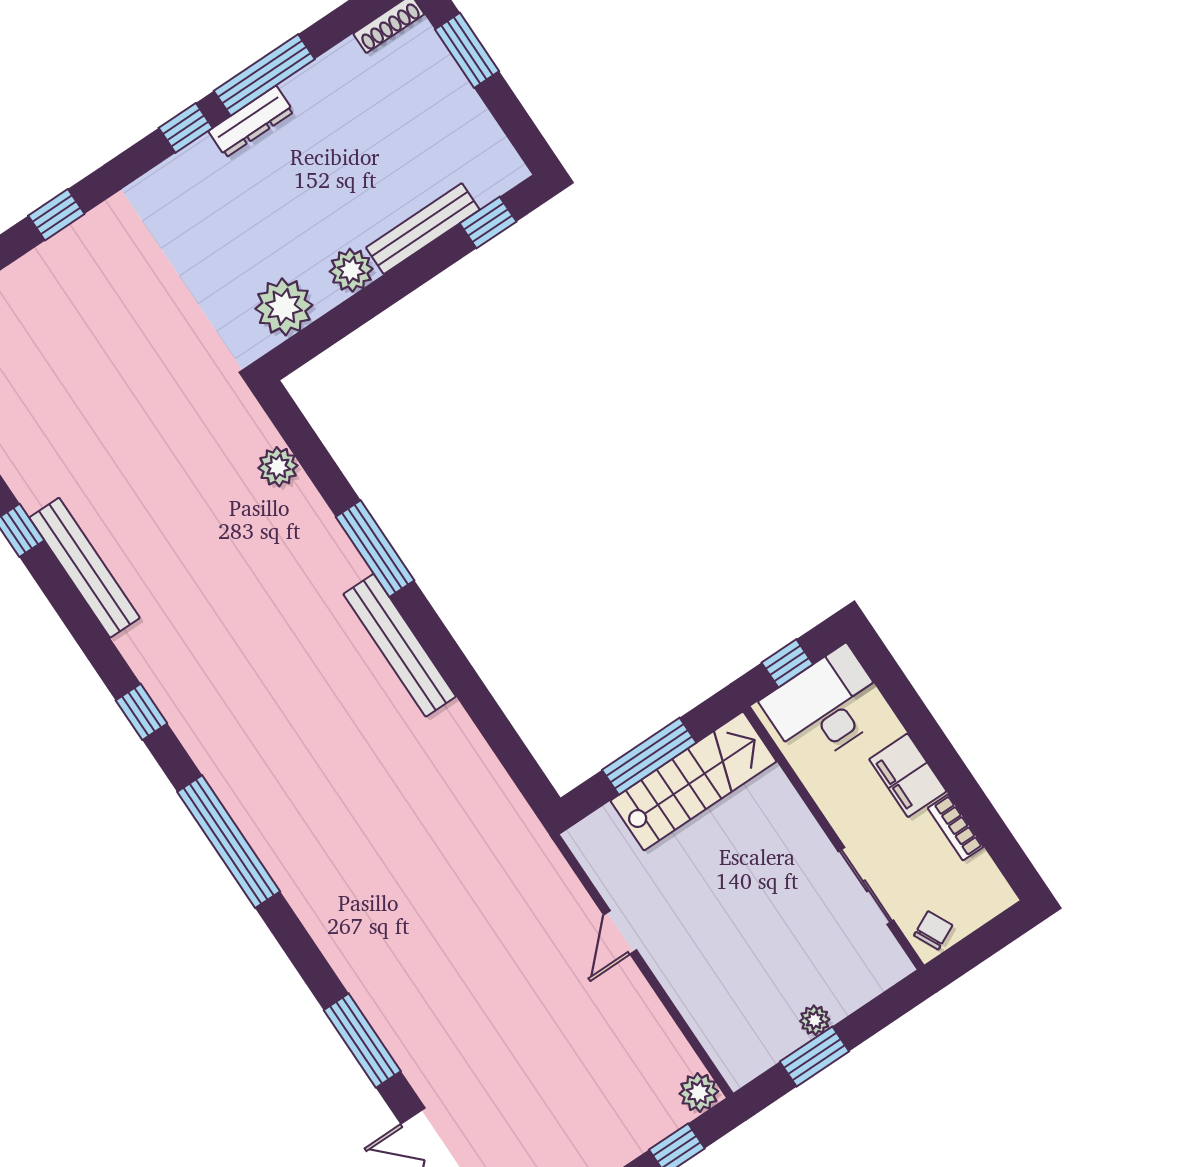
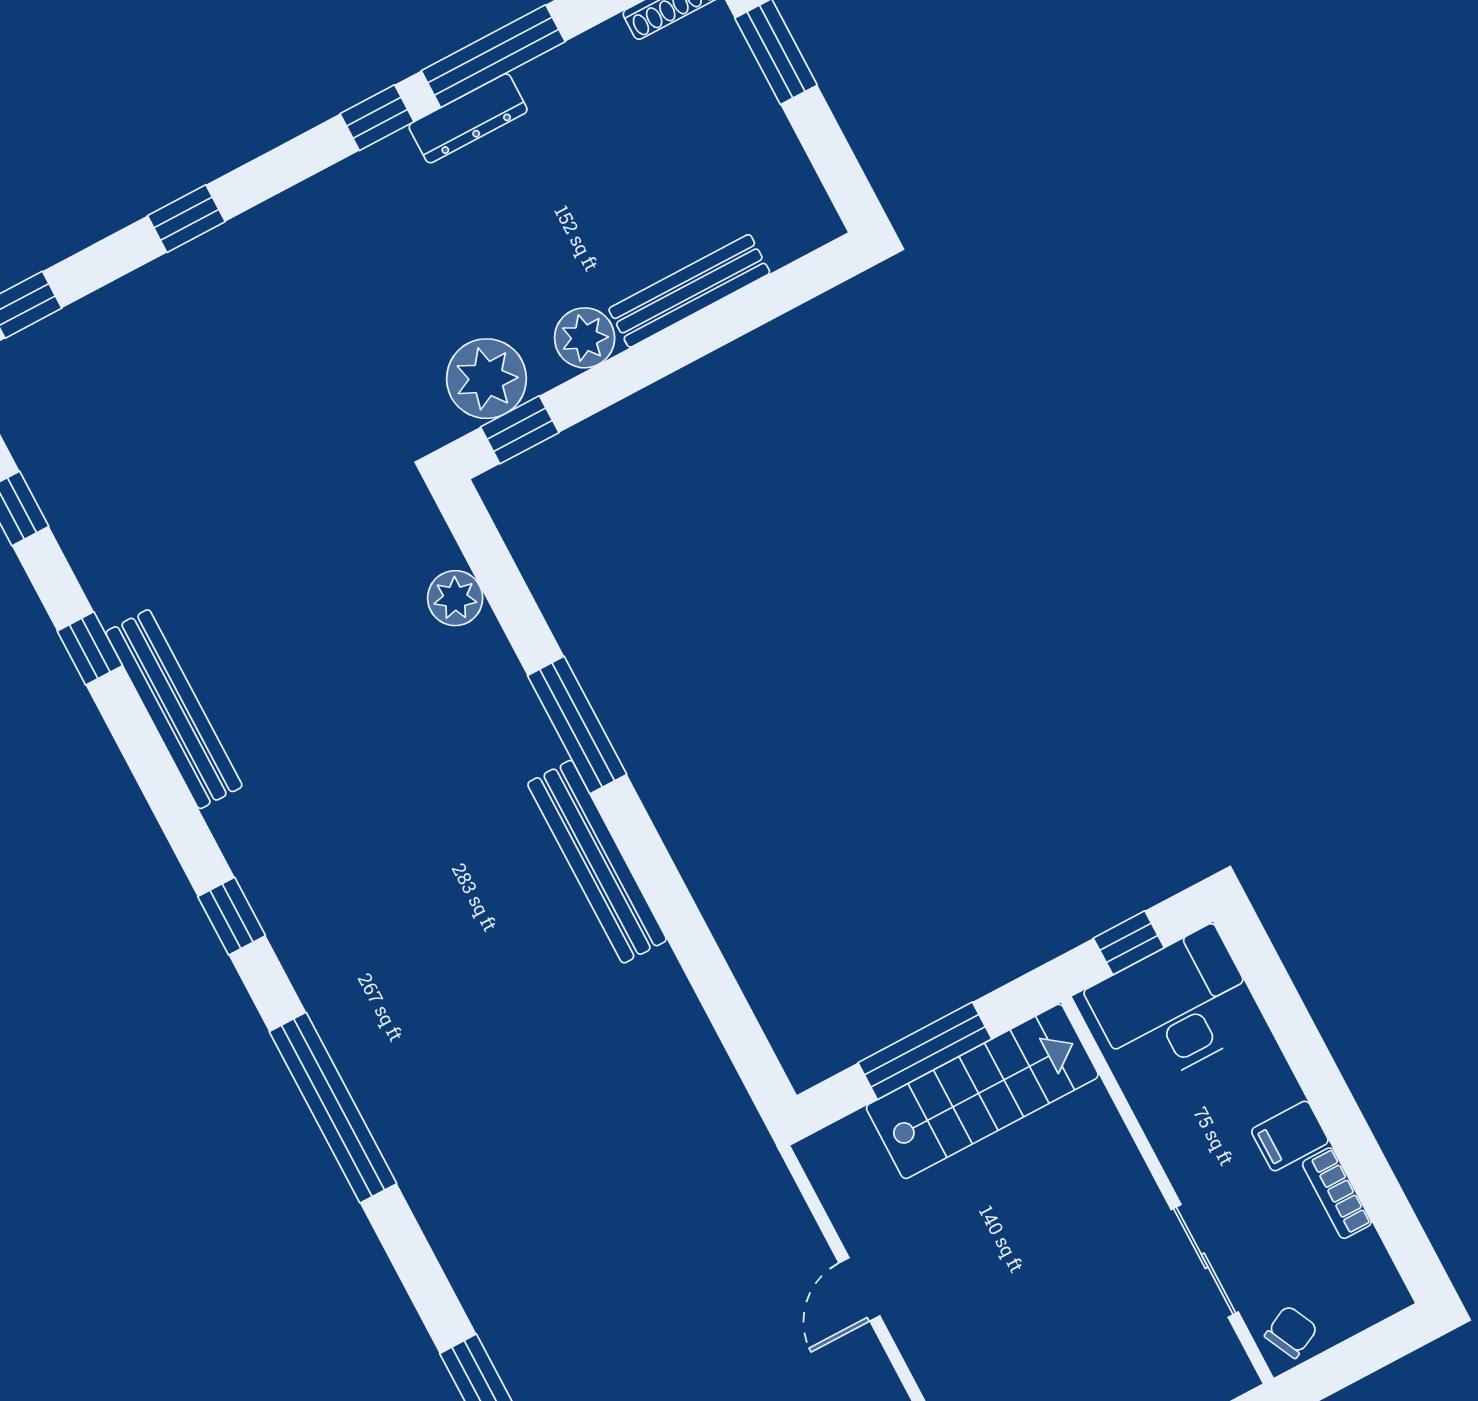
window: (488, 222) -> (520, 430), moved
filing cabinet: (908, 775) -> (1290, 1136), width x0.50

